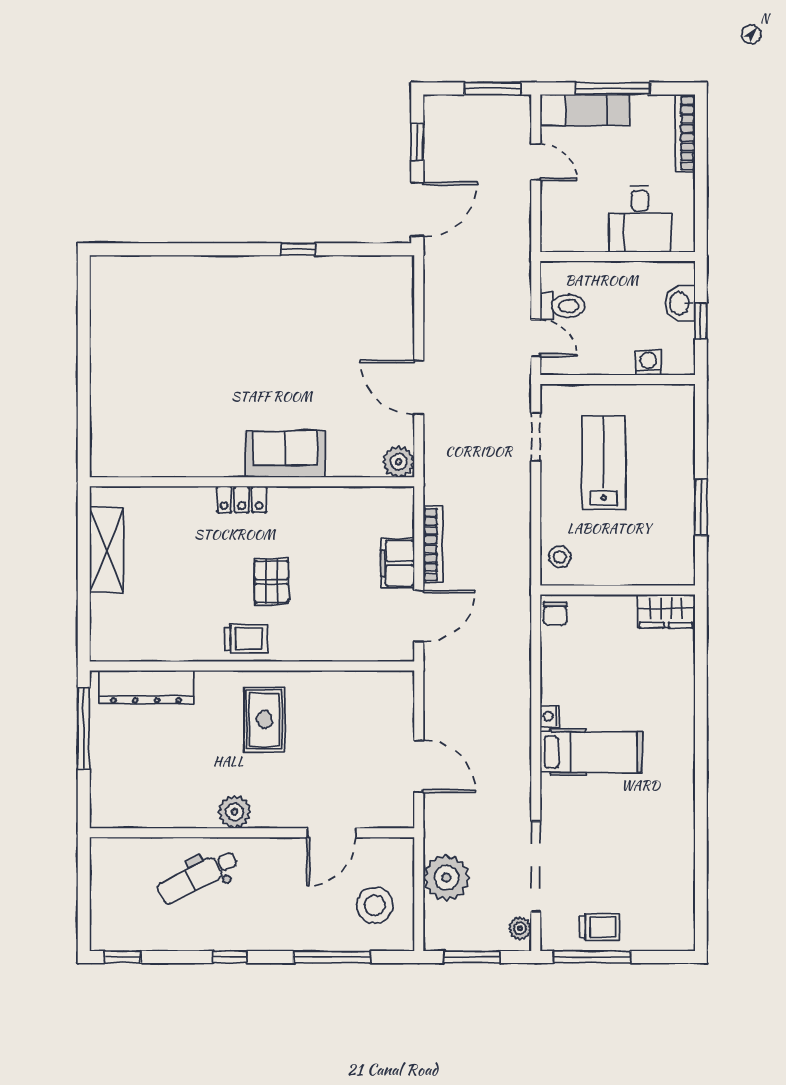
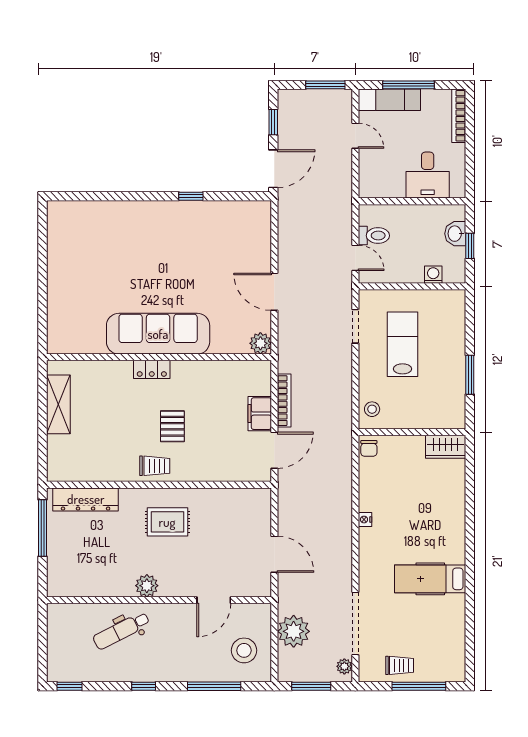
sofa: (285, 454) -> (158, 334), width x1.85, depth x1.27
rug: (264, 720) -> (167, 522), turned 90
hospital bed: (591, 752) -> (430, 579), moved, turned 180
window: (592, 957) -> (419, 686), moved

